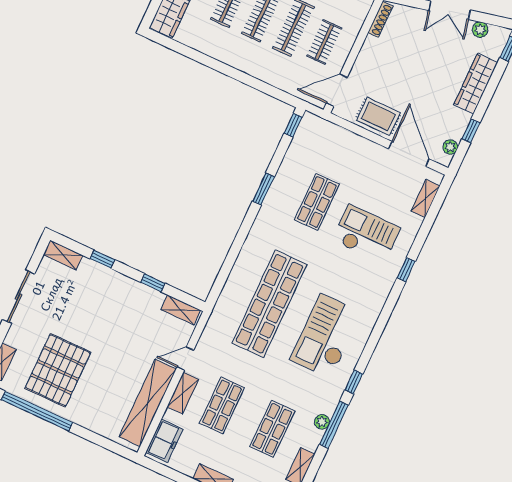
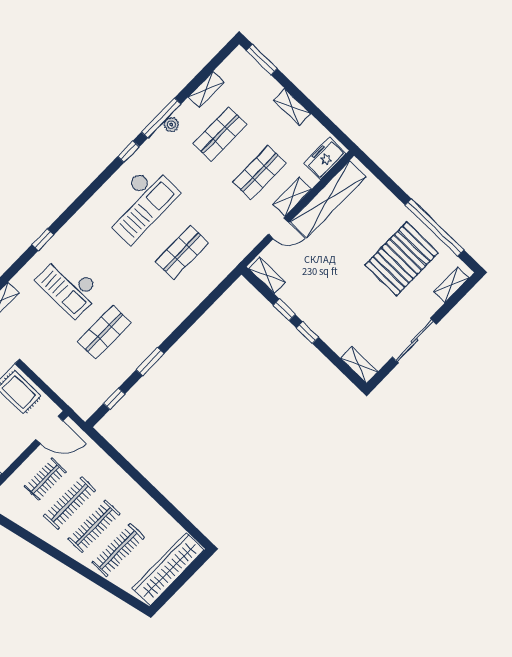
window: (293, 125) -> (114, 399), moved
window: (102, 259) -> (308, 333), moved
shop shelf: (269, 304) -> (182, 252), width x0.50, depth x0.74

